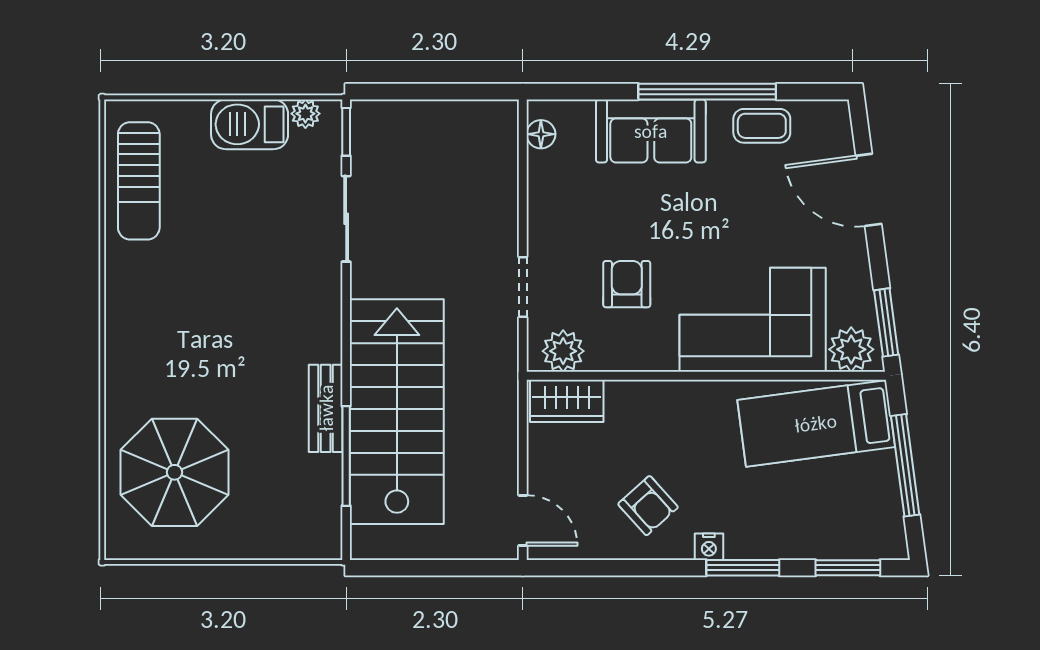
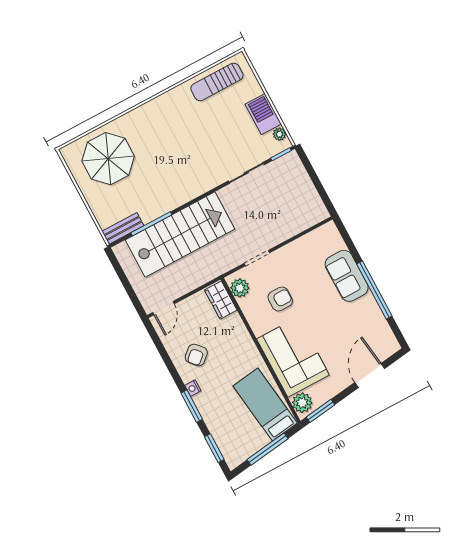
coffee table: (762, 126) -> (372, 319), removed
floor lamp: (541, 134) -> (322, 233), removed
bench: (326, 408) -> (123, 228), moved

